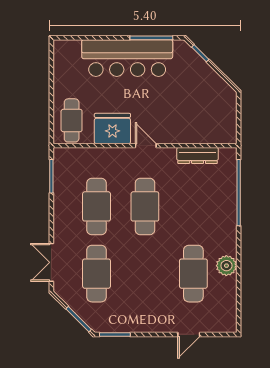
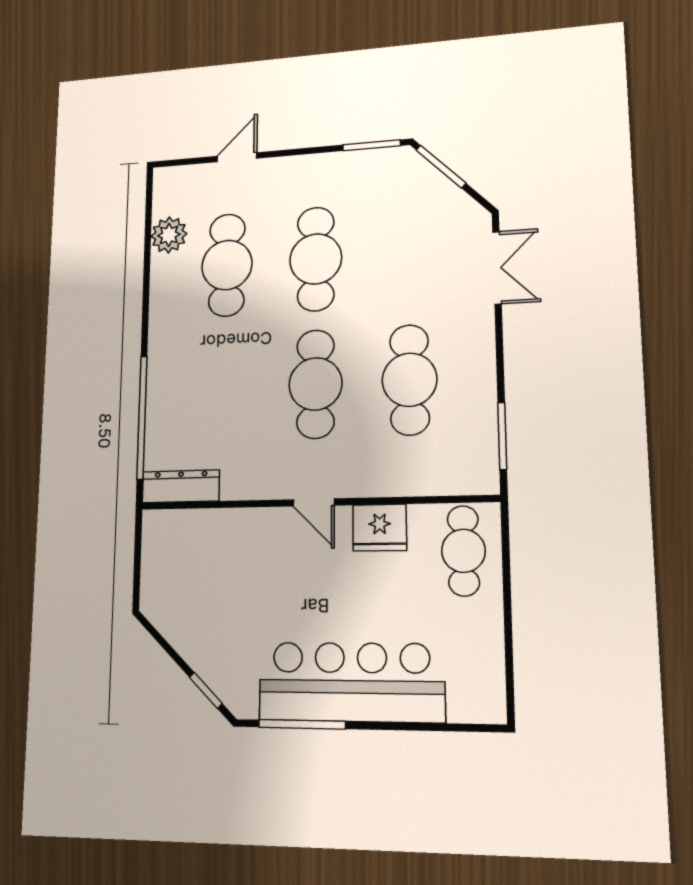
fridge: (112, 129) -> (380, 528), width x0.73, depth x0.75
dresser: (198, 155) -> (181, 486), moved
plant: (226, 266) -> (169, 235), moved
cafe table: (97, 274) -> (316, 259), moved

